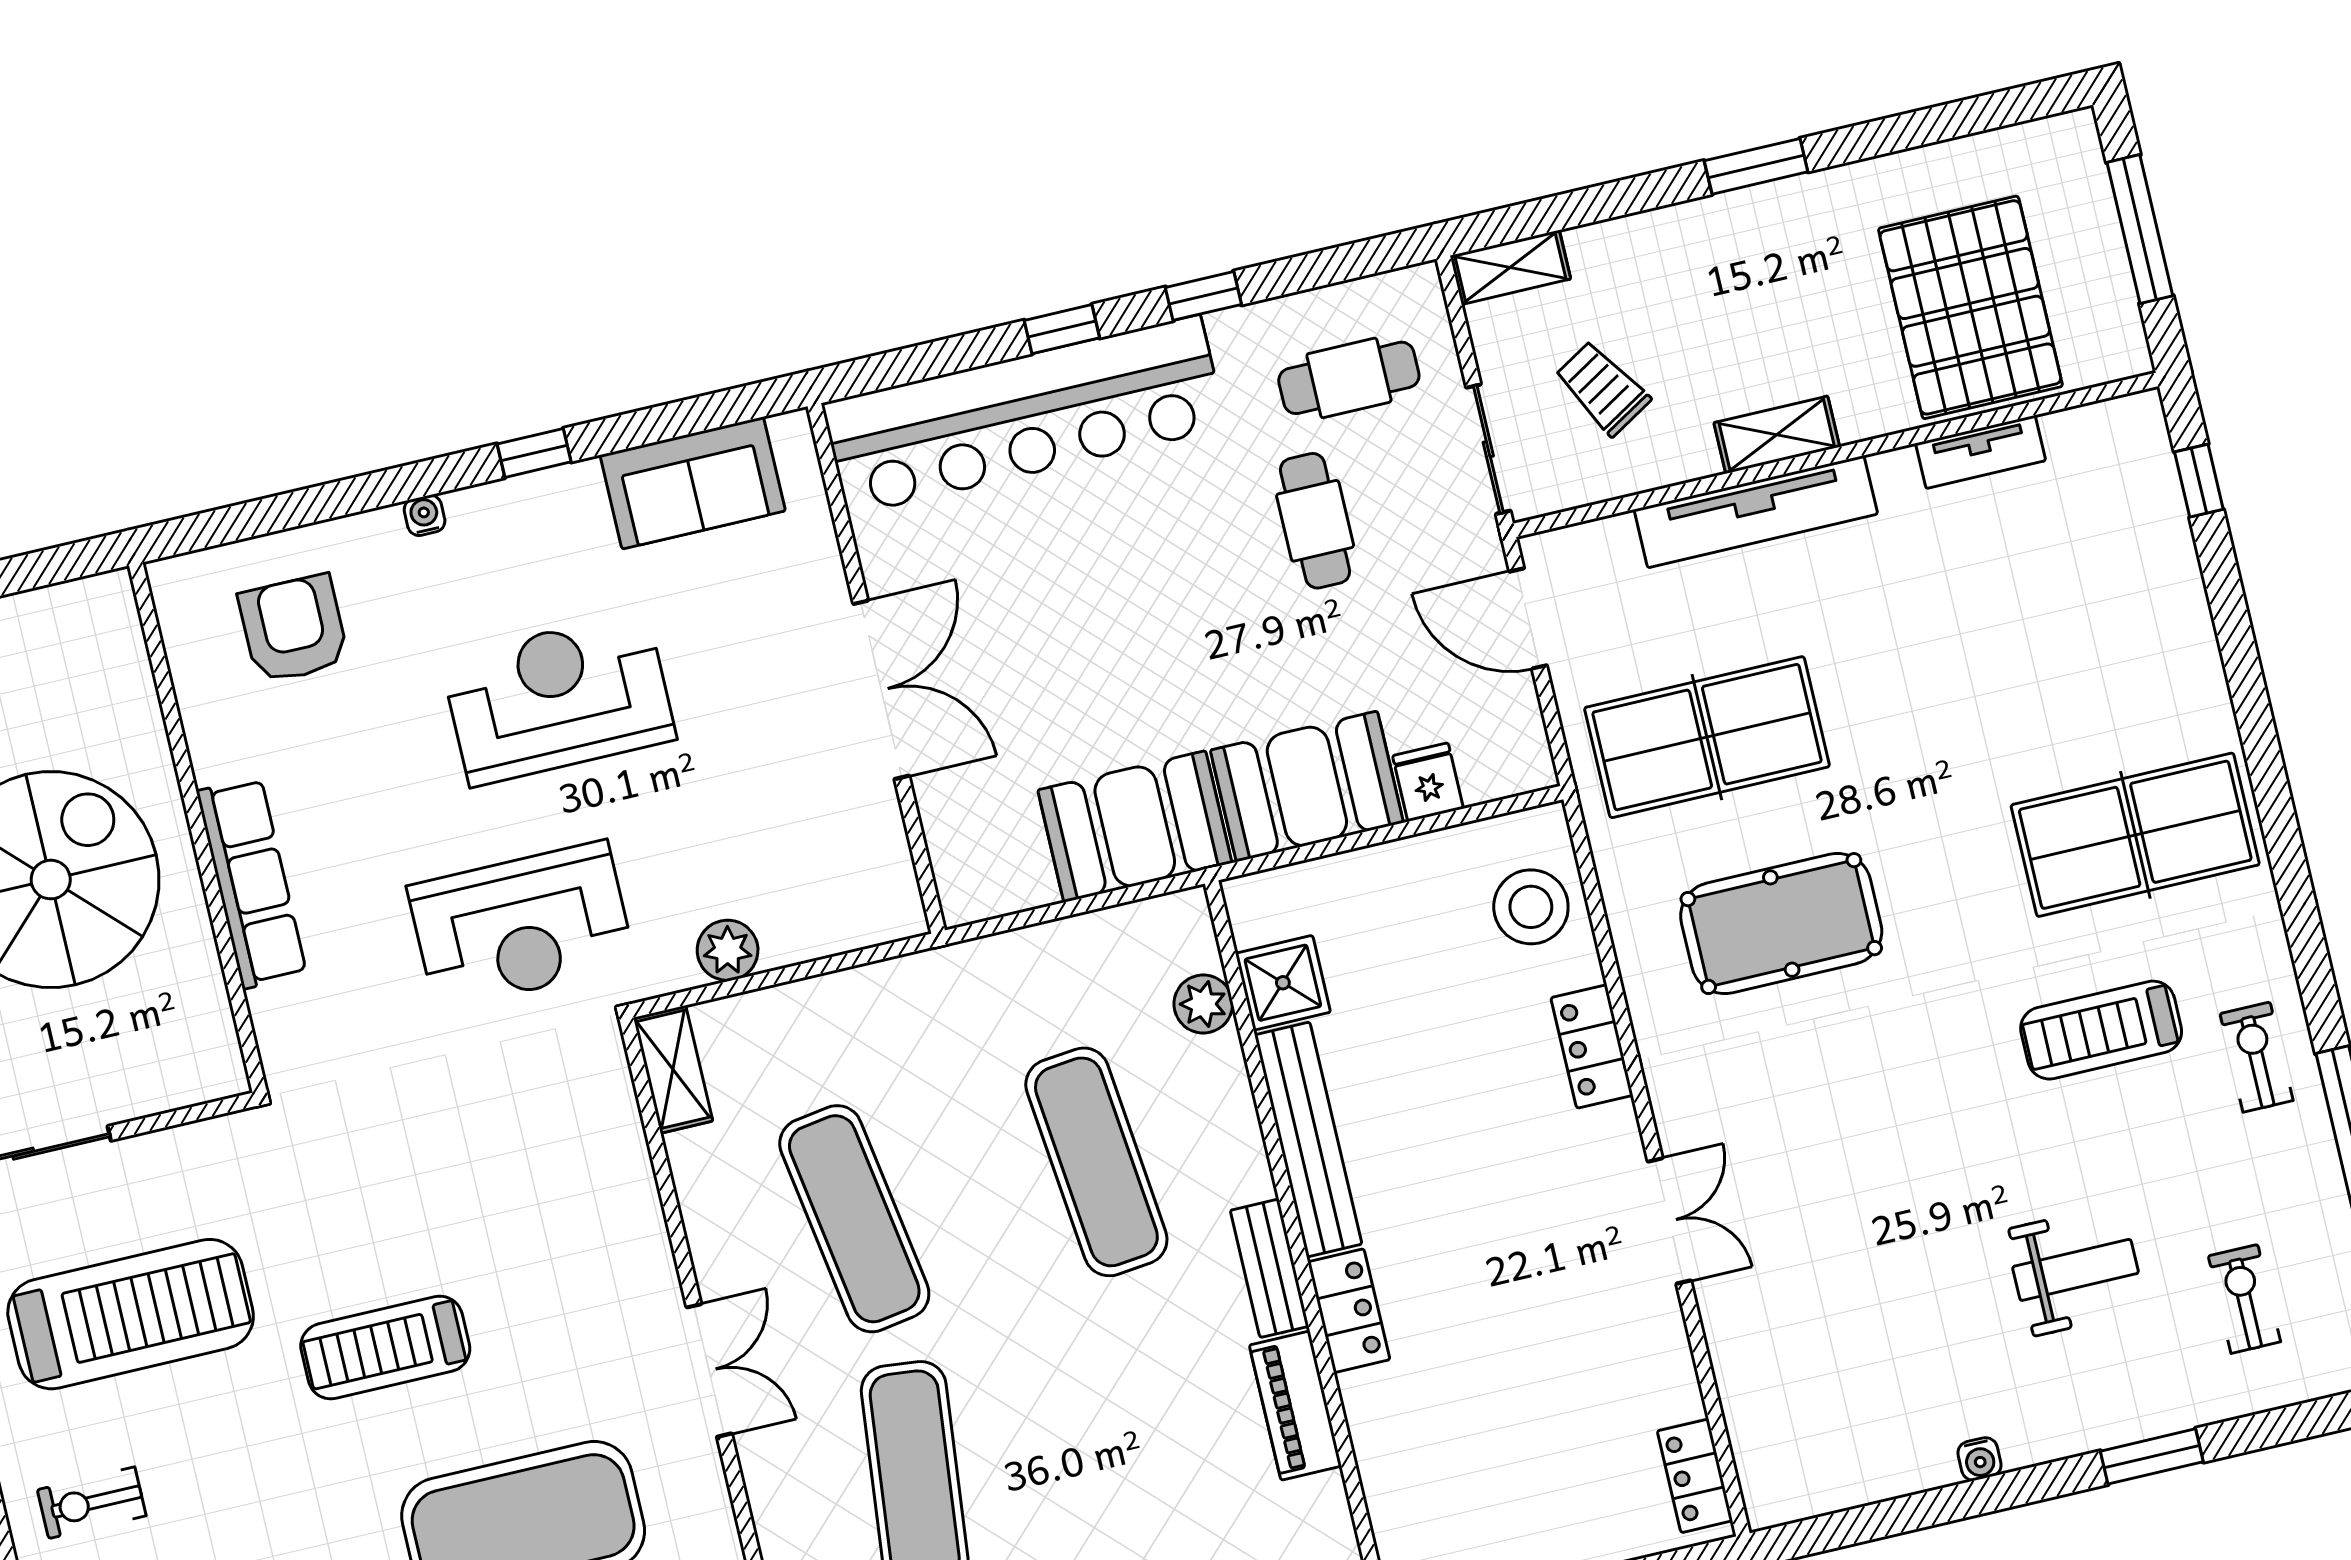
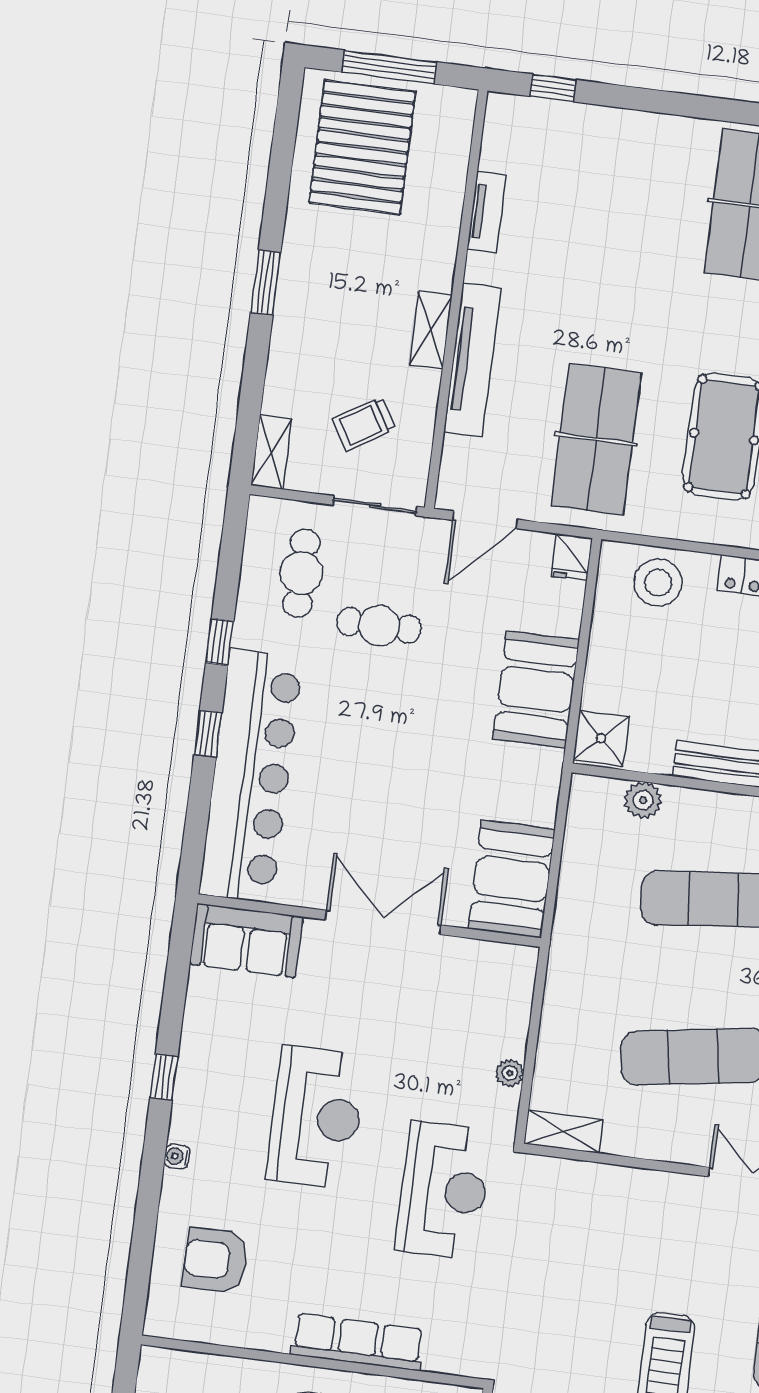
pallet: (1970, 307) -> (362, 147), moved, turned 90
sofa: (693, 483) -> (246, 940), moved, turned 90
reception desk: (558, 699) -> (316, 1117), turned 180
fridge: (1428, 782) -> (572, 557), moved, turned -90
booth: (1135, 826) -> (512, 879), moved
plant: (728, 950) -> (510, 1073), width x0.73, depth x0.73
shower: (1283, 983) -> (601, 738), moved

